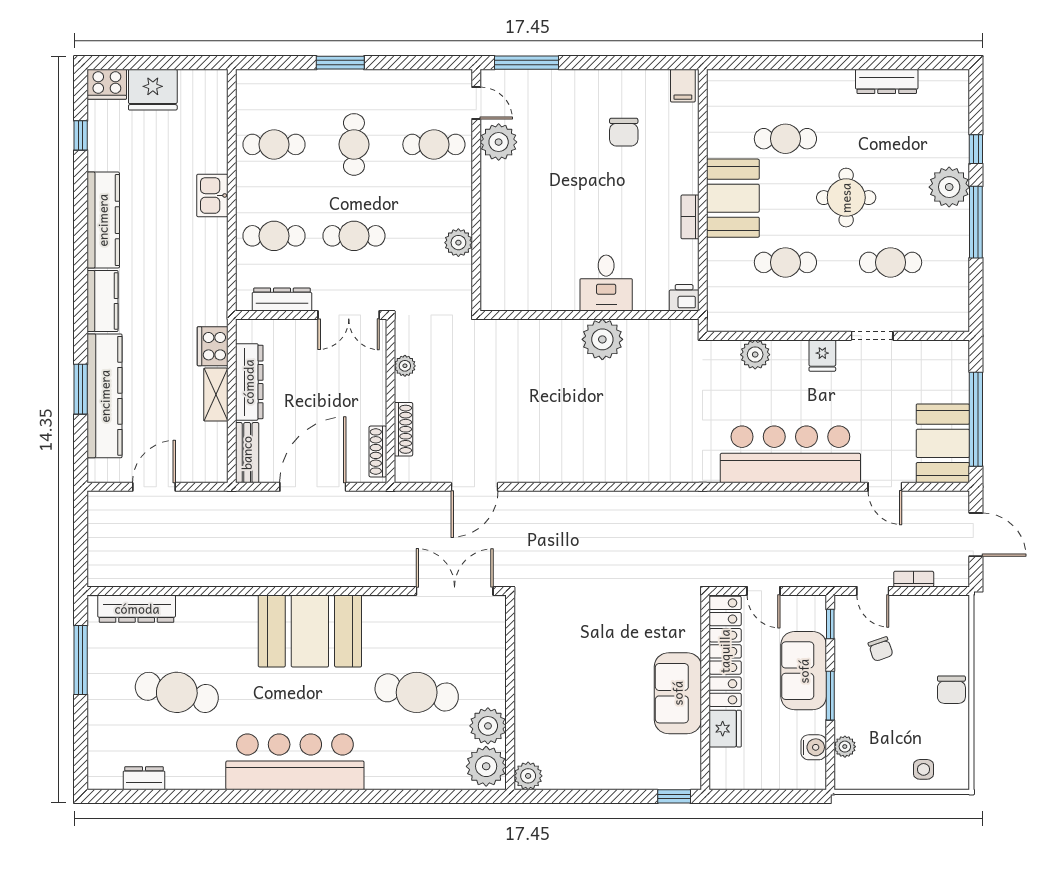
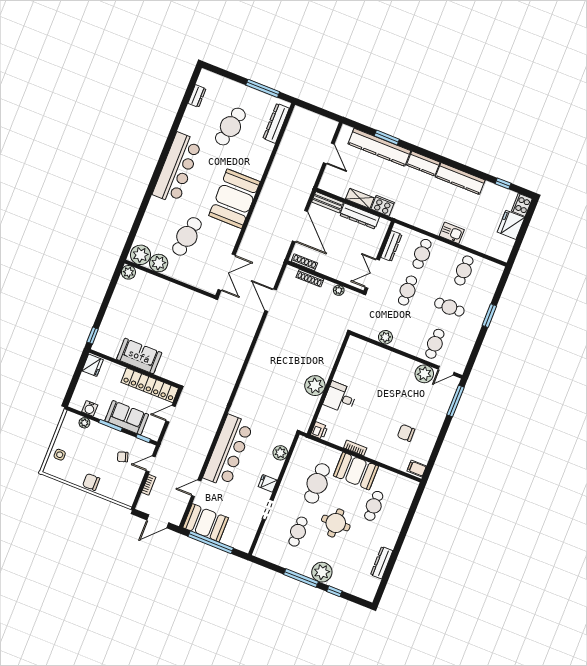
cafe table: (785, 262) -> (317, 483), width x1.37, depth x1.35
fridge: (725, 729) -> (93, 365), moved, turned -90

